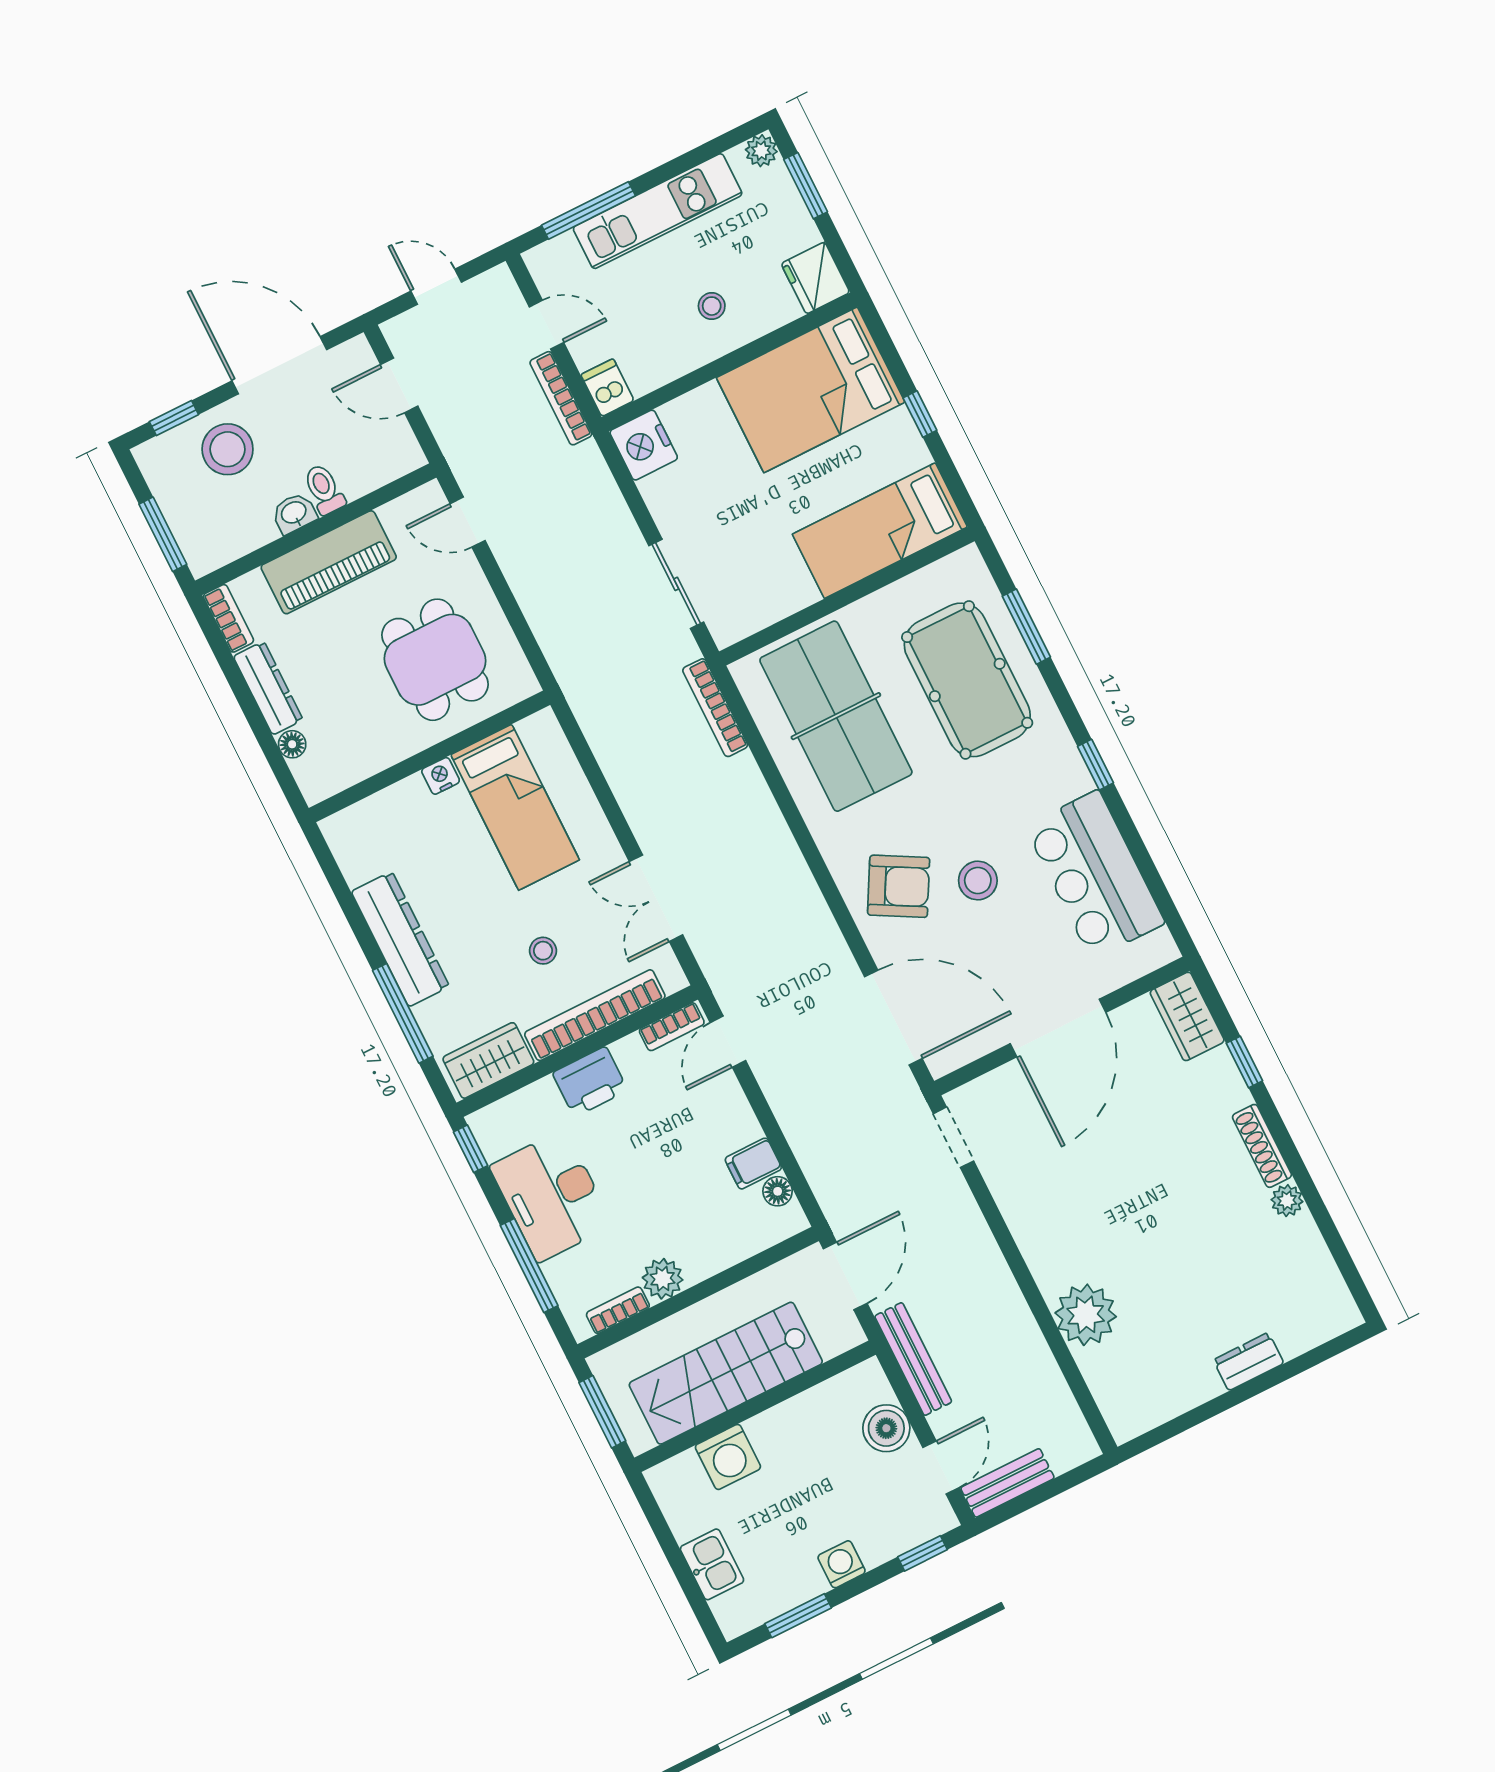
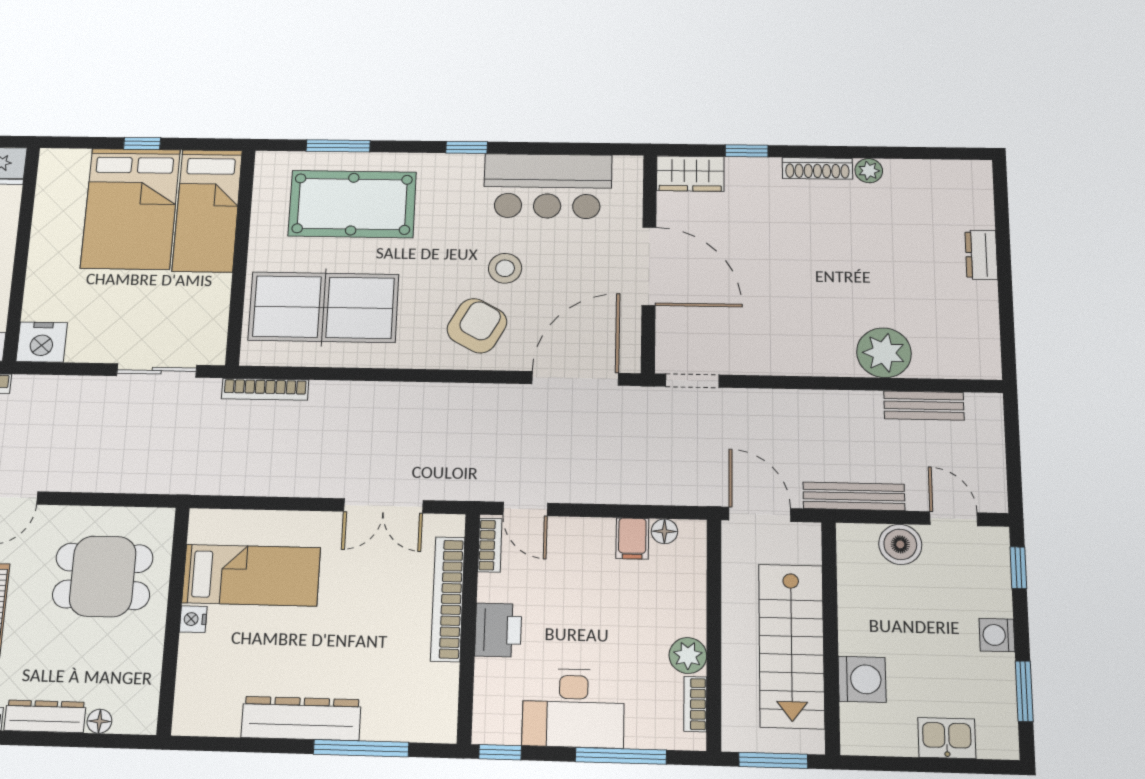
bed: (811, 390) -> (131, 209), moved
stool: (543, 951) -> (374, 612), removed
wardrobe: (488, 1060) -> (437, 700), removed
bench: (1007, 1483) -> (924, 406), moved, turned 90

